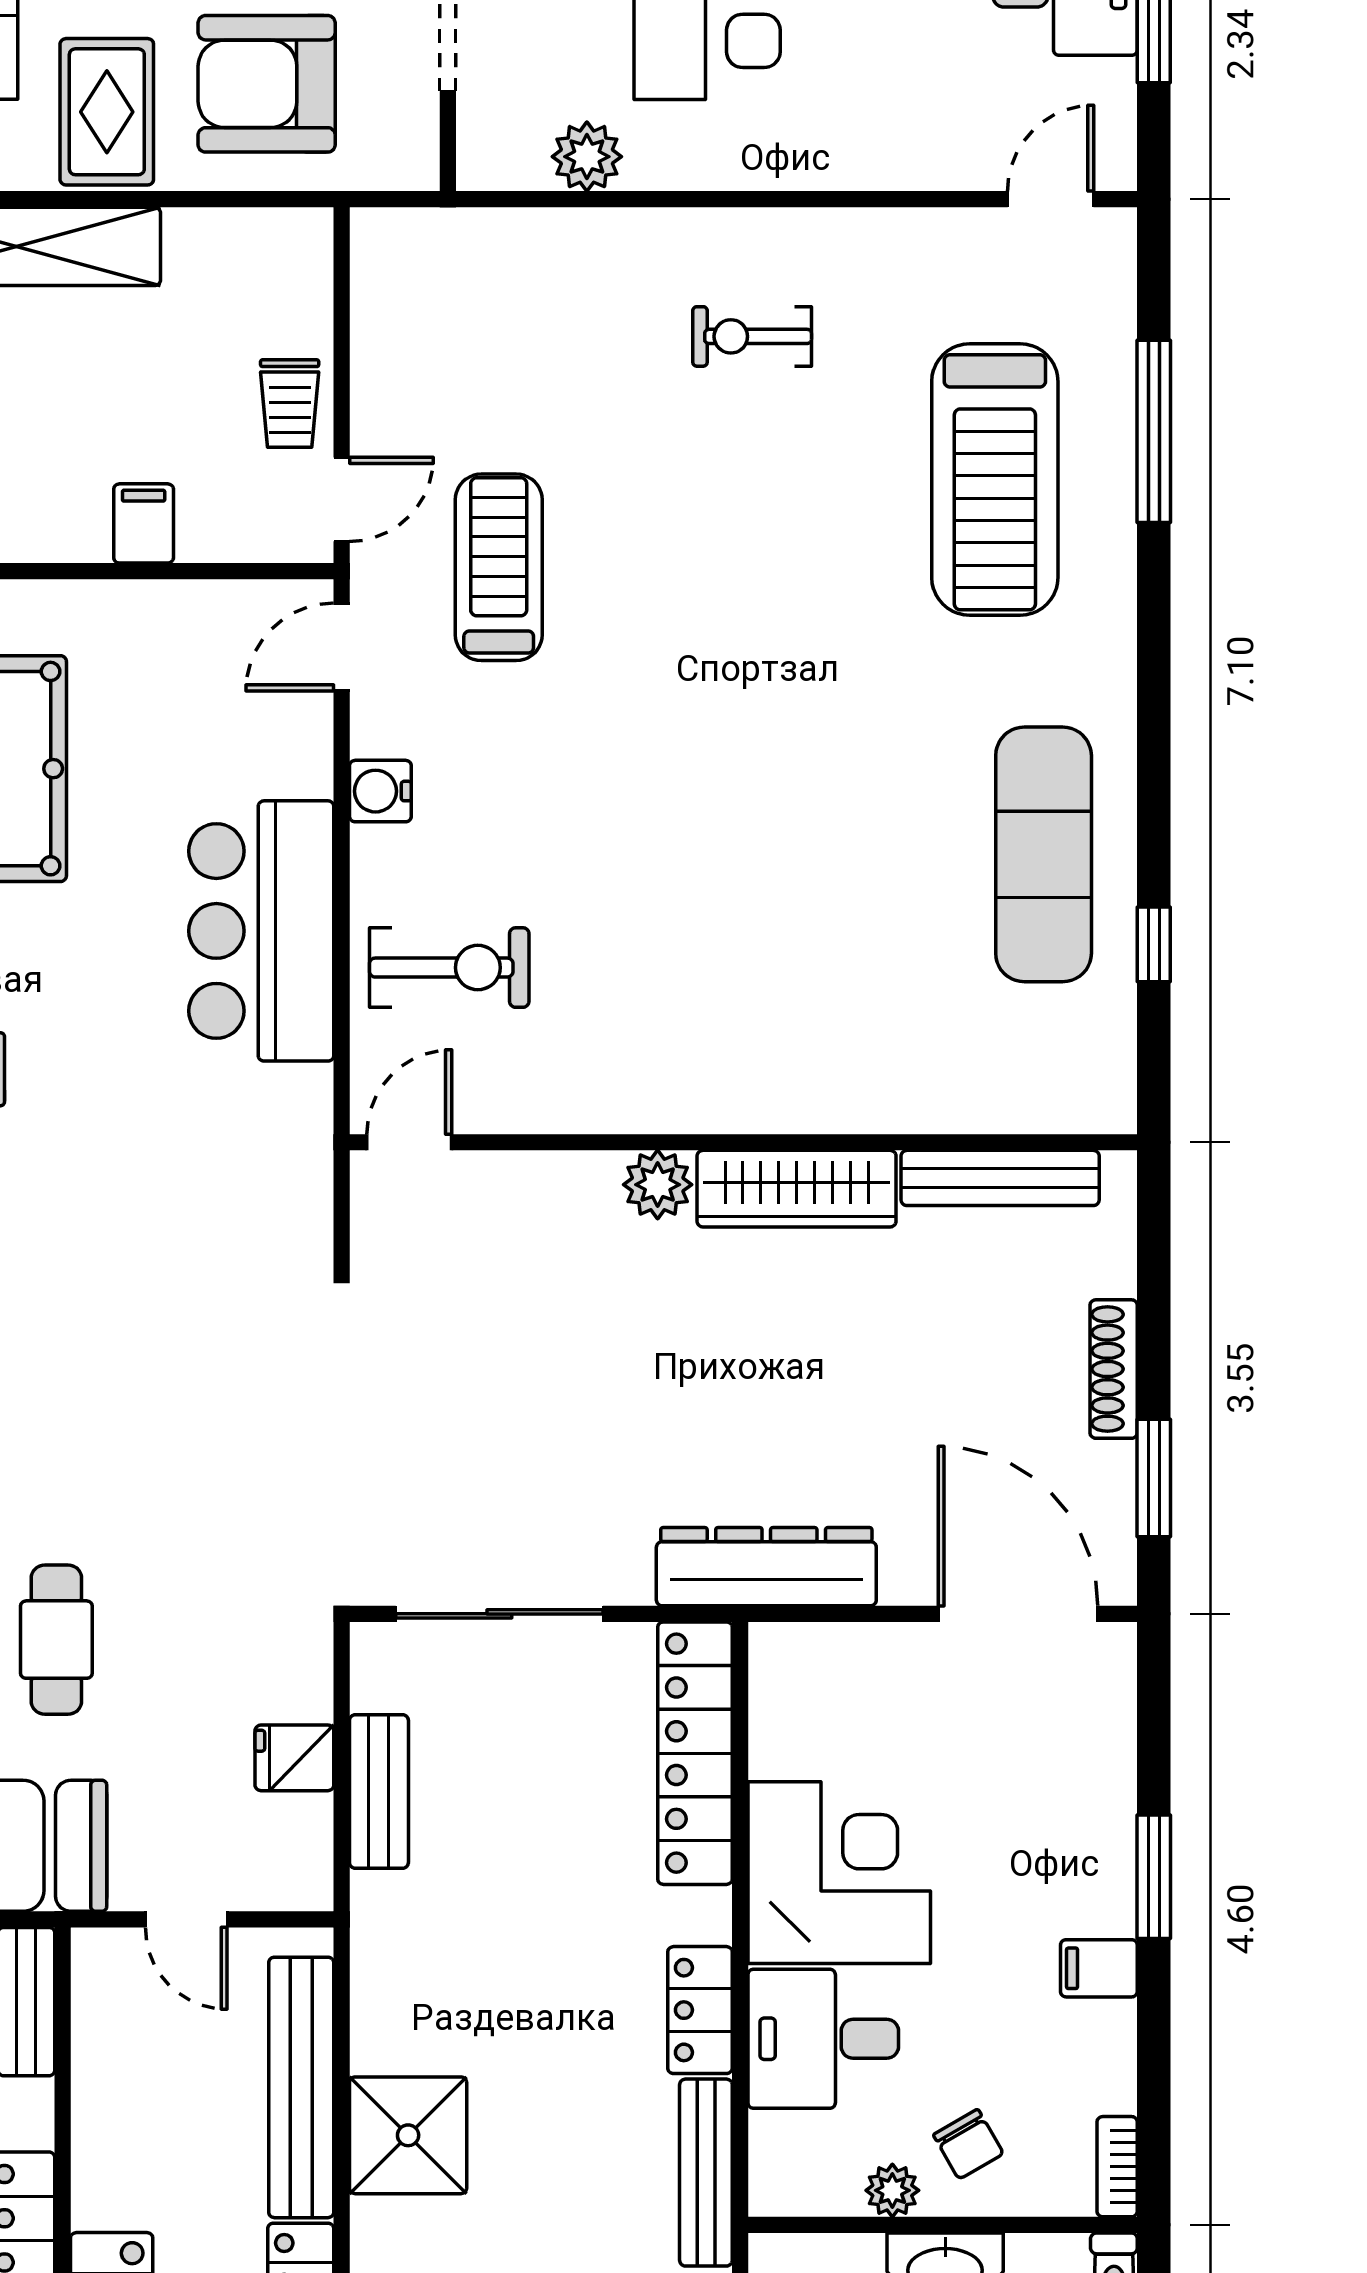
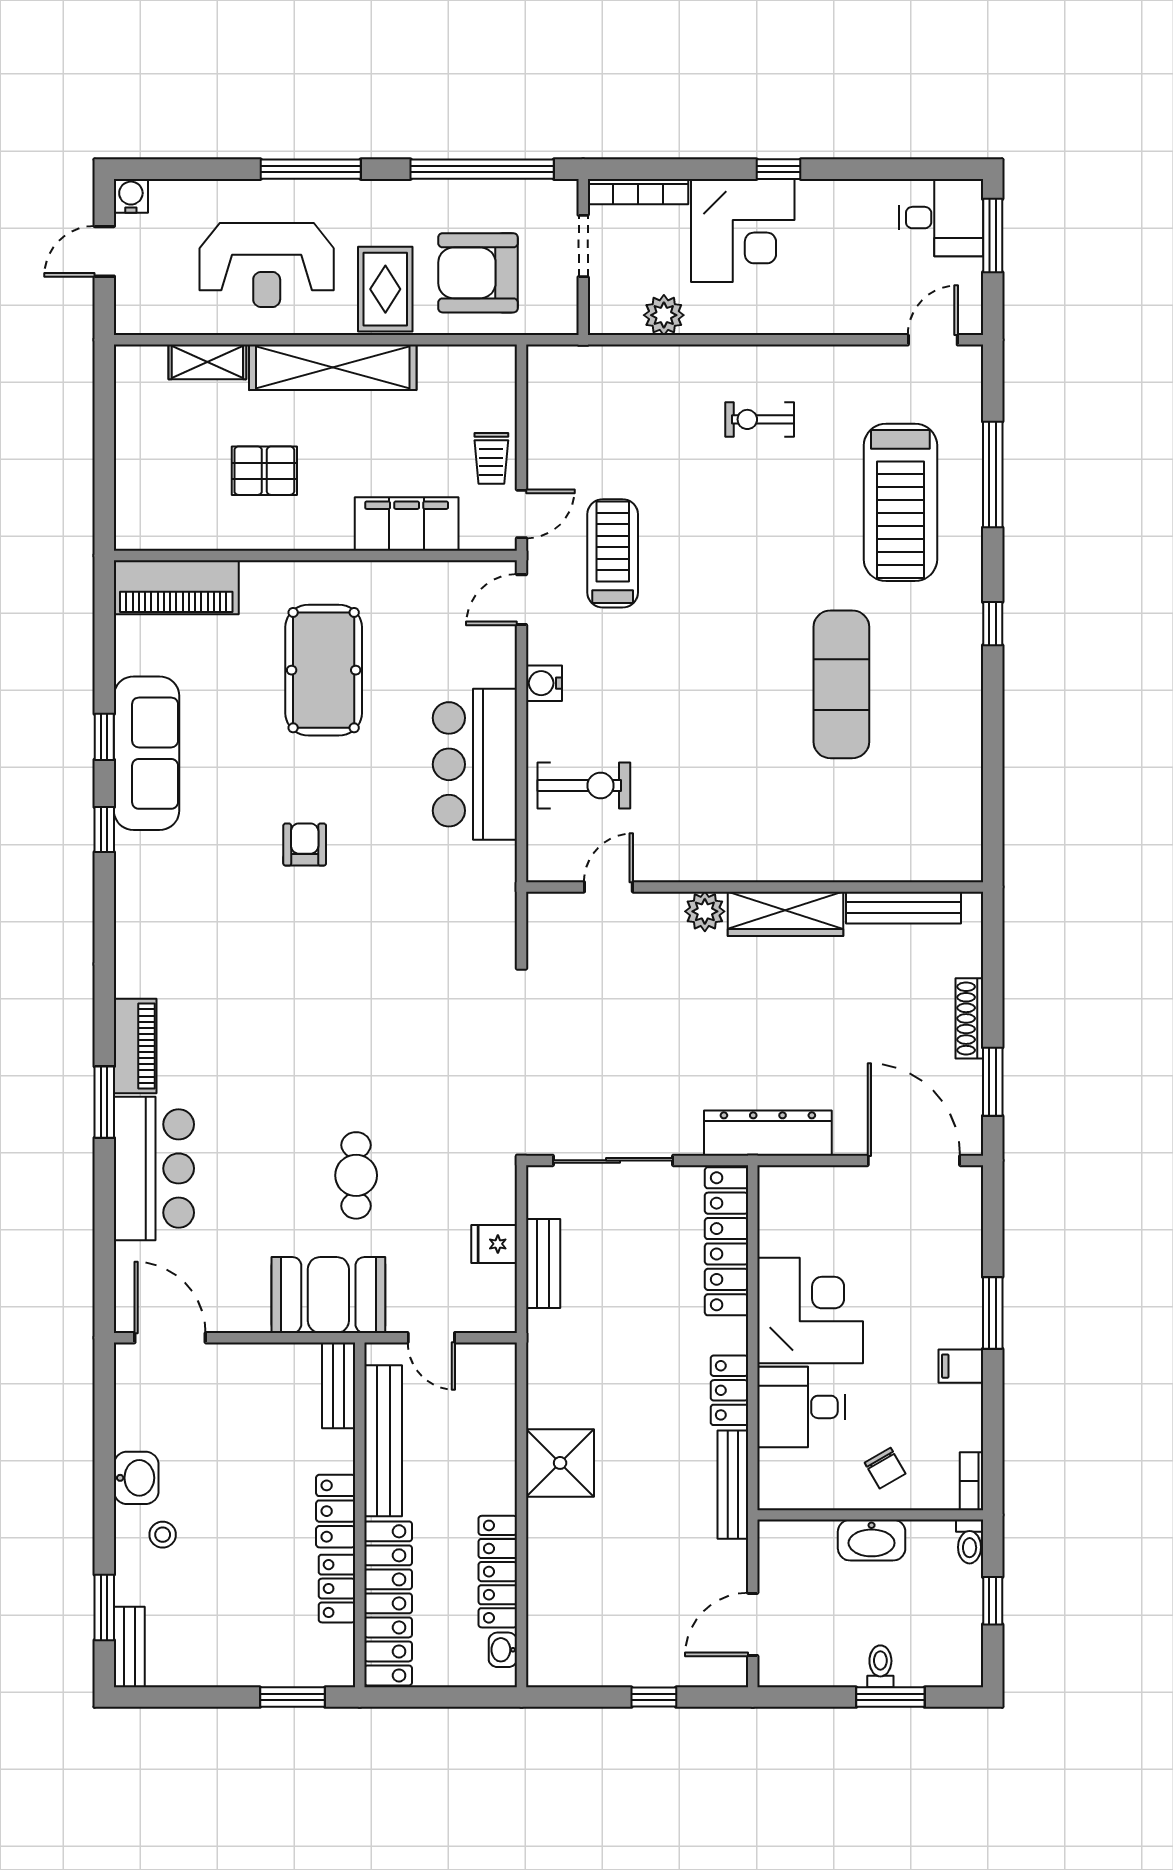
filing cabinet: (144, 523) -> (407, 524), width x3.00, depth x1.17
exercise mat: (1044, 854) -> (841, 684), moved
window: (1154, 944) -> (993, 624), moved
door: (409, 1142) -> (608, 887), moved
bench: (301, 2087) -> (383, 1441), moved
plant: (892, 2190) -> (841, 1495), removed

